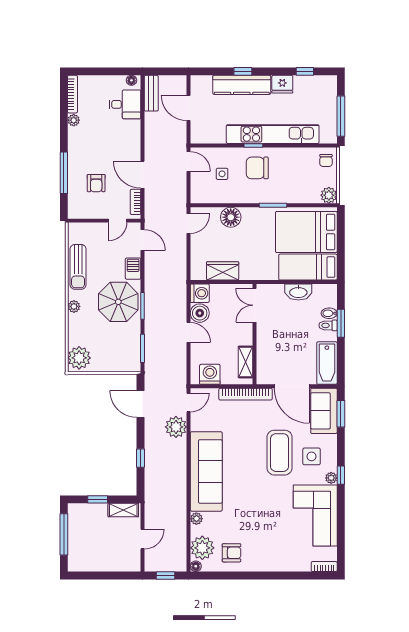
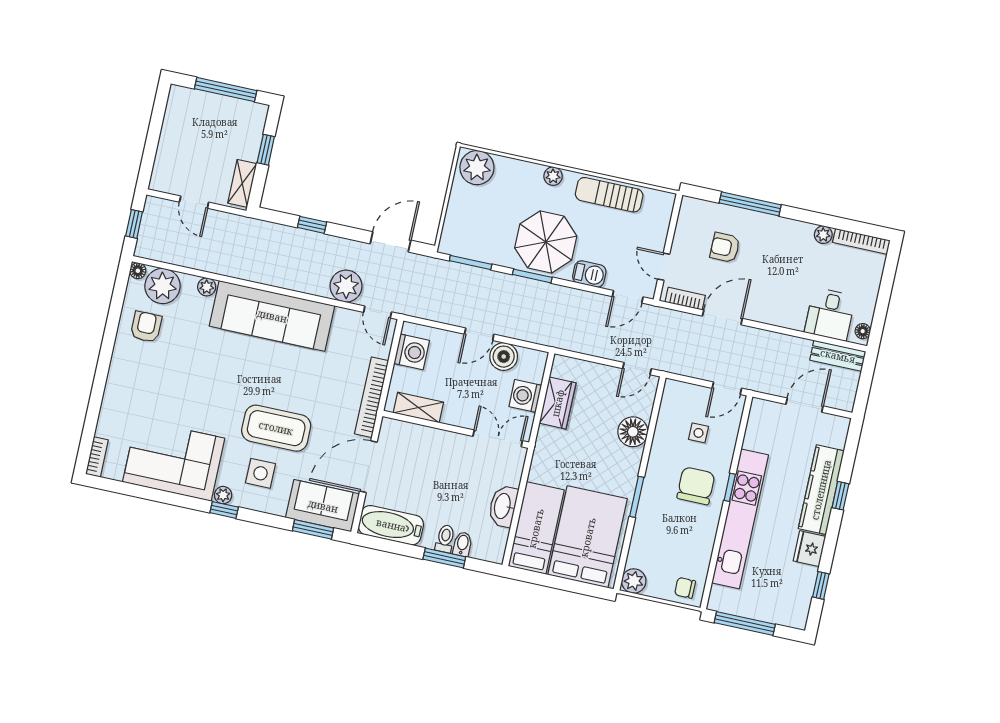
door: (189, 224) -> (637, 369), hinge flipped
washing machine: (200, 293) -> (525, 396), moved, turned 90
armchair: (231, 553) -> (146, 327), turned 180

